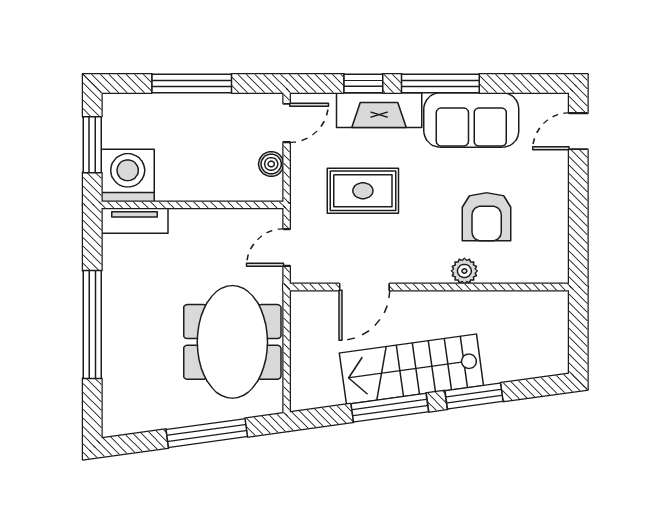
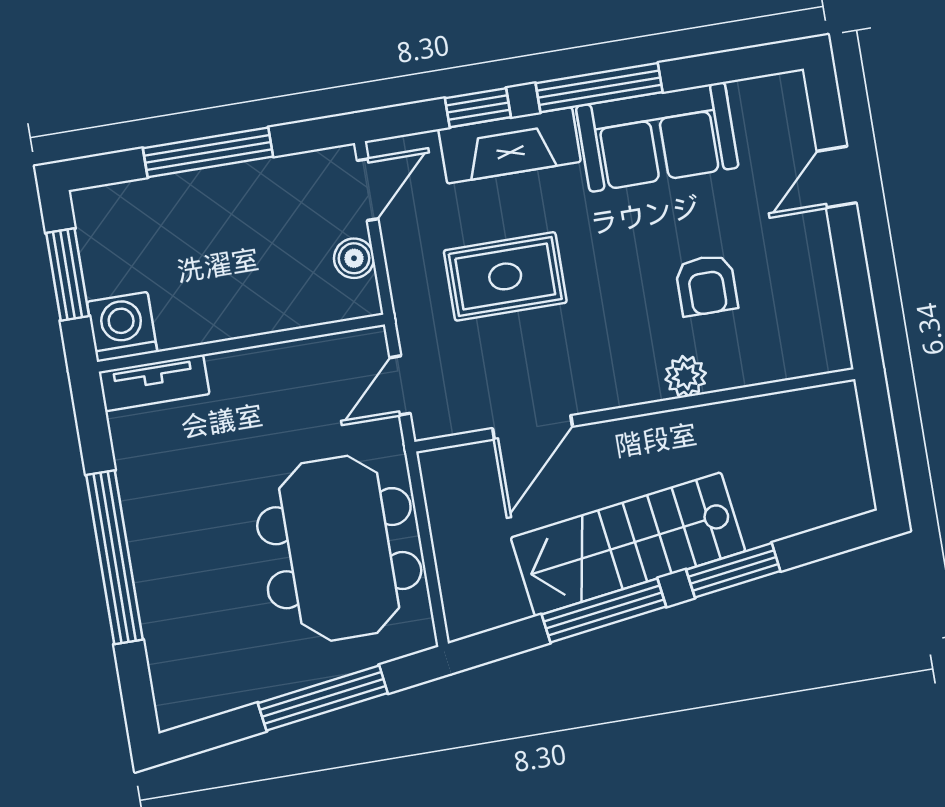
door: (578, 131) -> (837, 177), moved
washing machine: (128, 176) -> (122, 327), width x0.73, depth x0.73
armchair: (487, 217) -> (706, 285), width x0.72, depth x0.72

